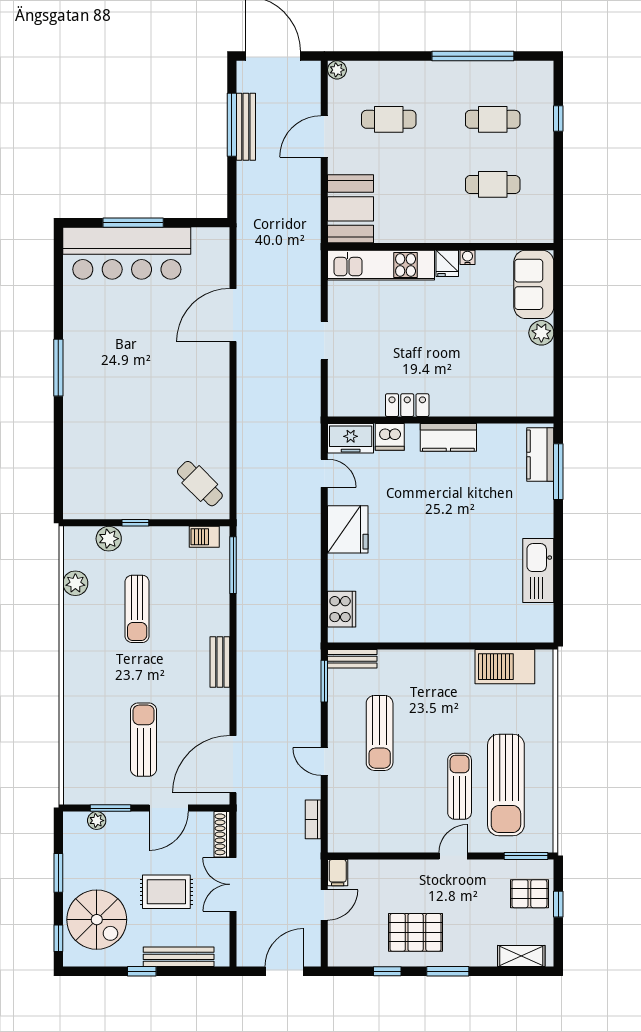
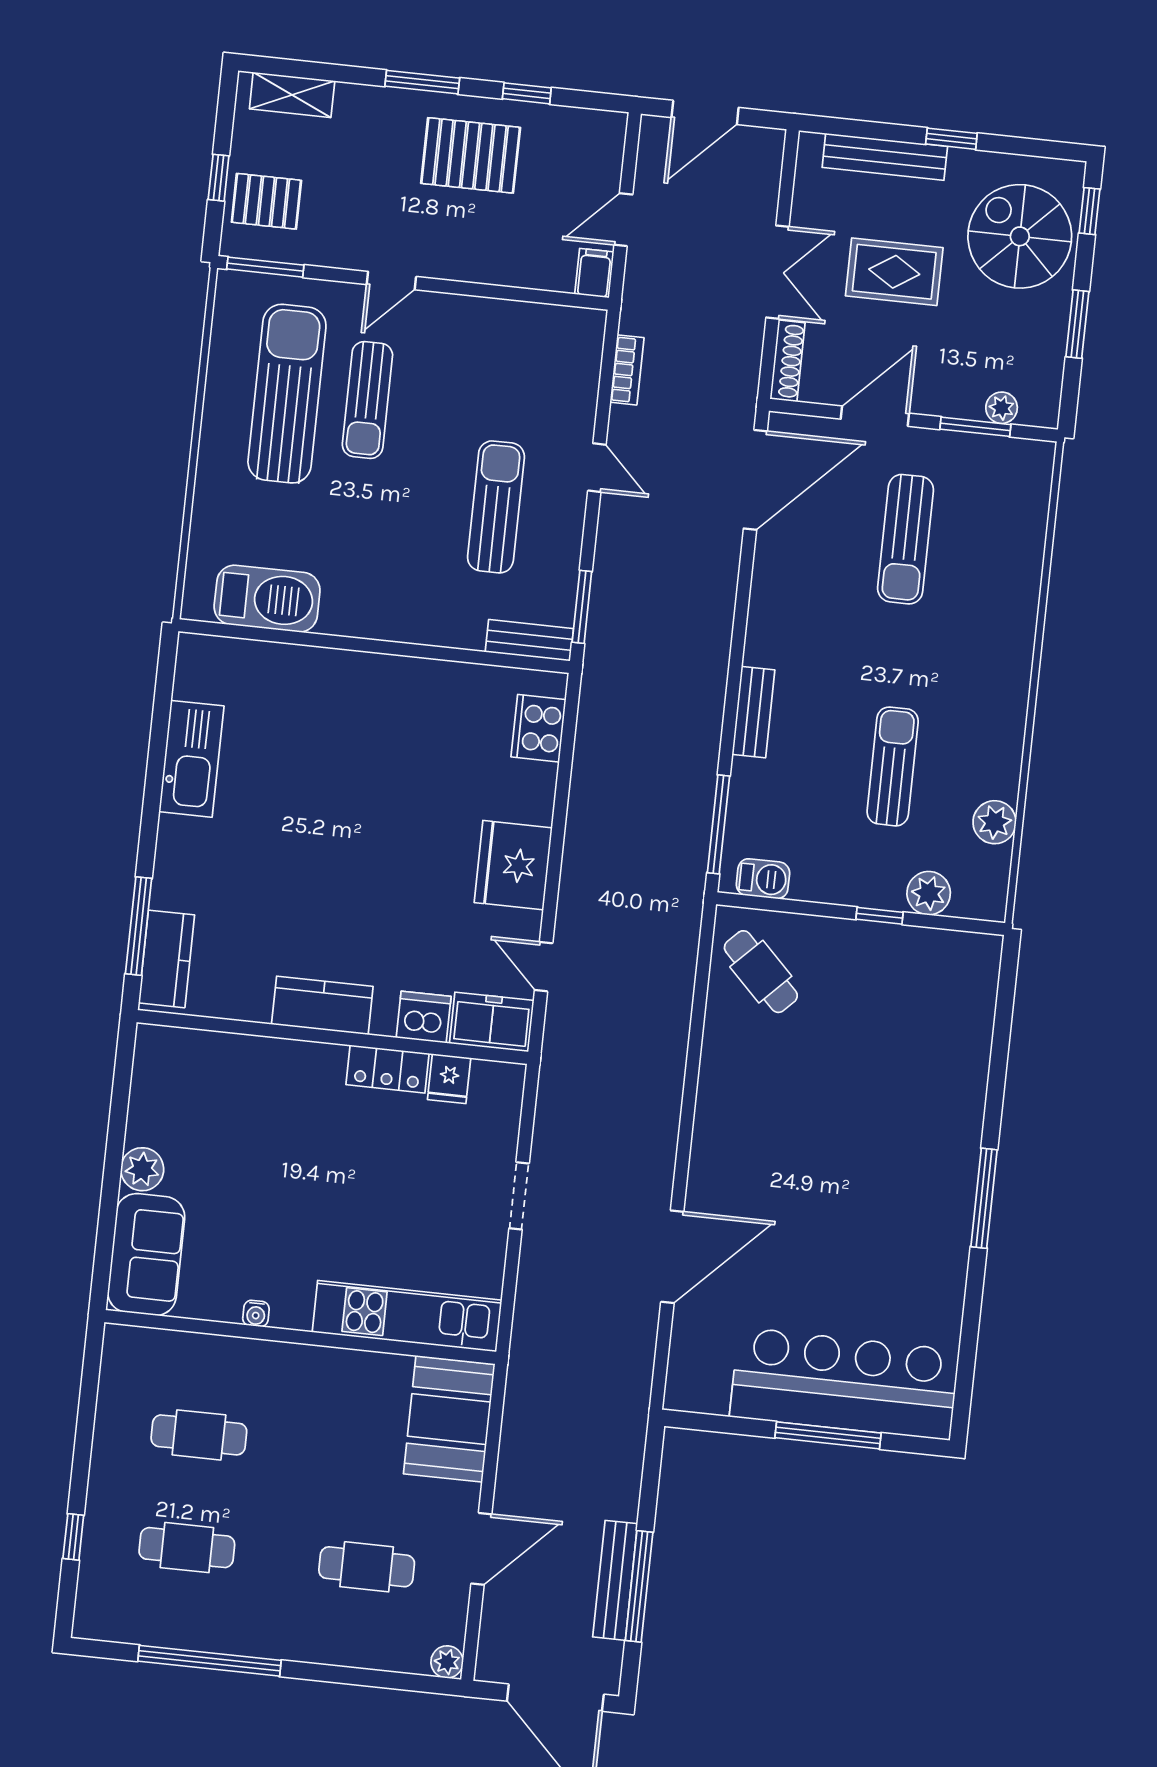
fridge: (447, 263) -> (449, 1079), moved, turned 180
bench: (220, 662) -> (753, 712), moved

